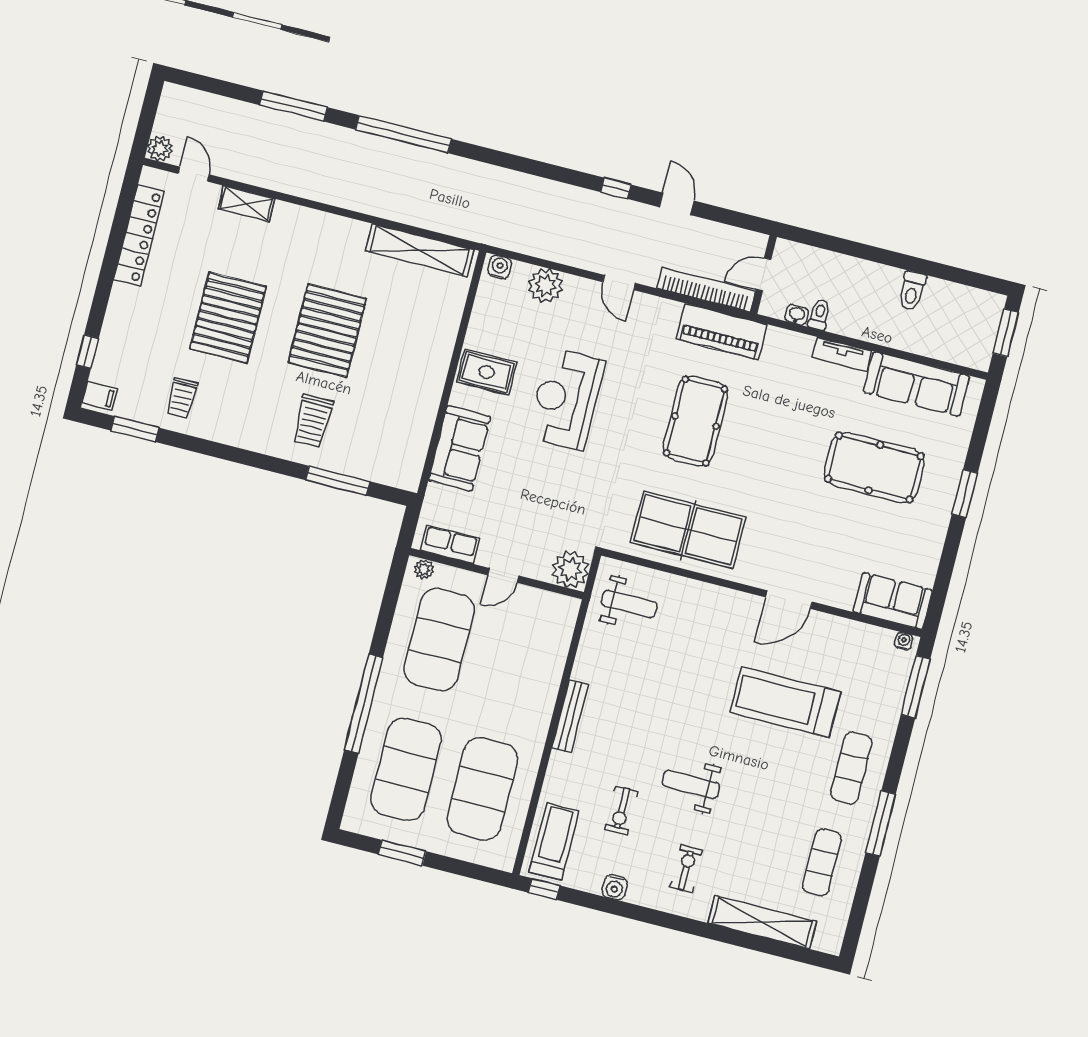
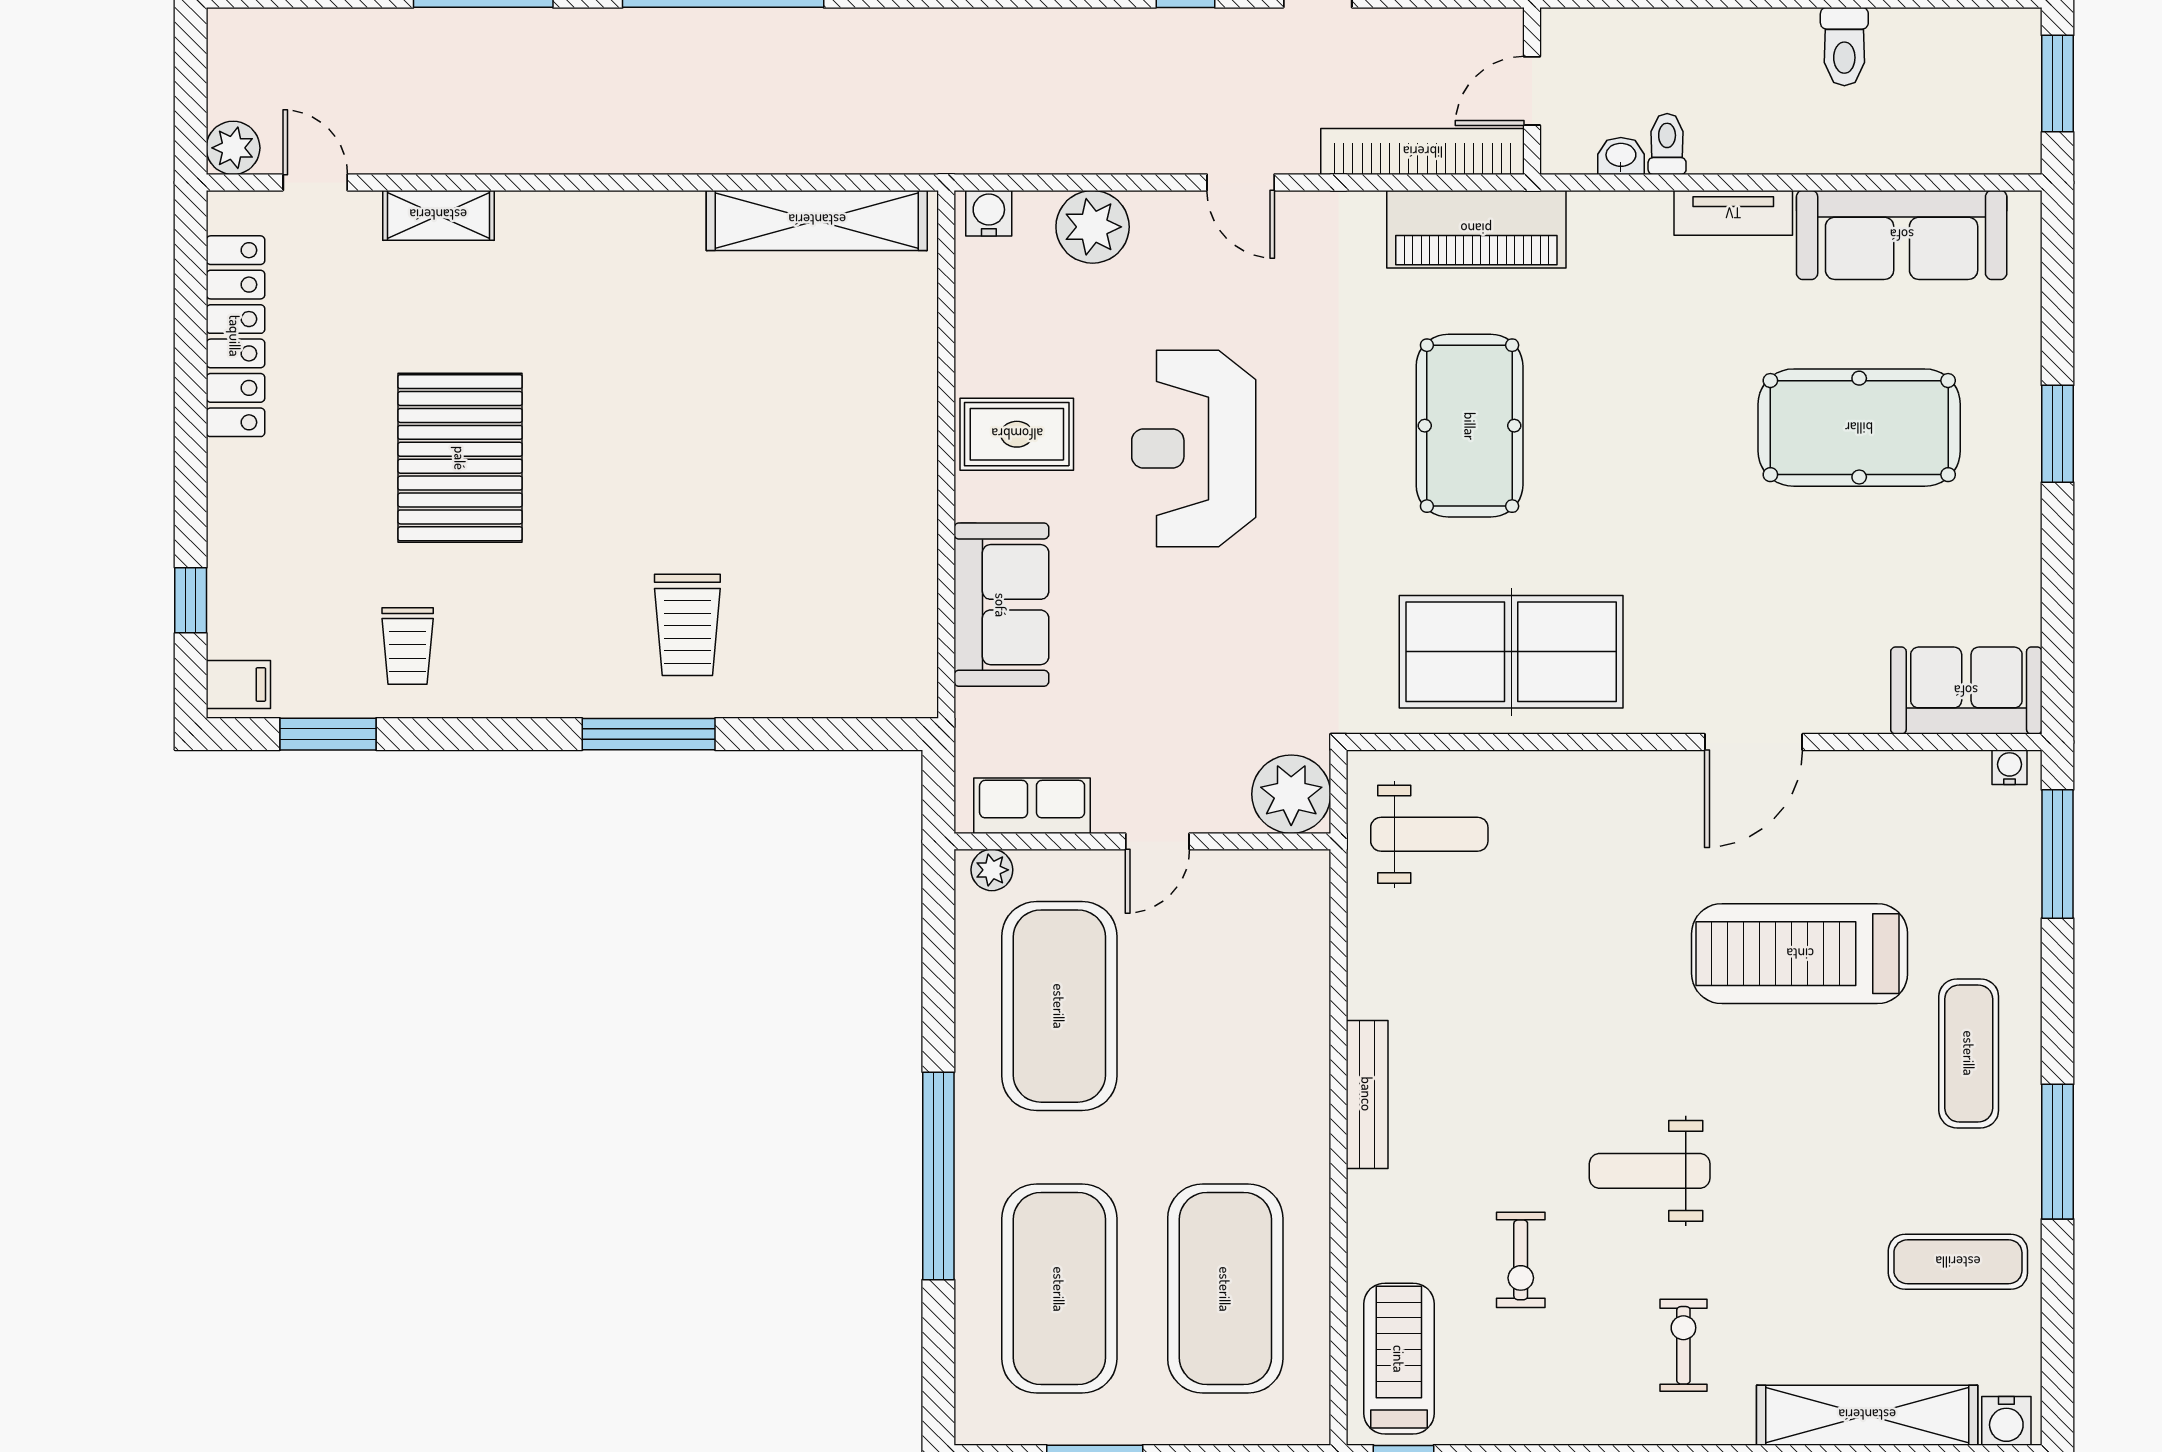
pallet: (327, 330) -> (670, 432), removed
window: (338, 481) -> (649, 734), moved
exercise mat: (822, 862) -> (1958, 1262), turned 90
water cooler: (615, 887) -> (2006, 1421), moved

